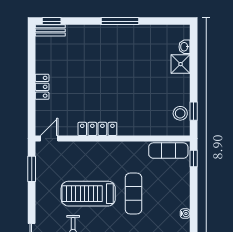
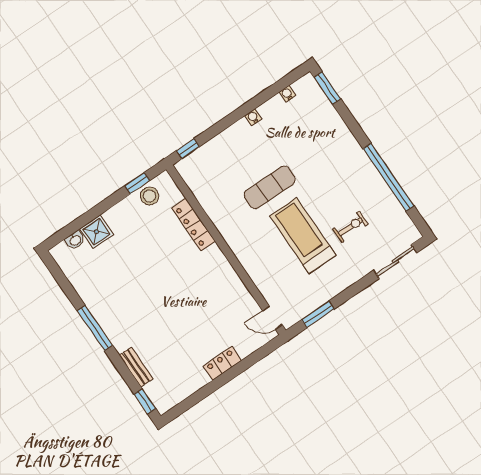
bench: (50, 30) -> (136, 367), moved
locker: (97, 129) -> (194, 225), moved
exercise mat: (168, 151) -> (198, 181), removed
treadmill: (88, 194) -> (303, 236), turned 180

